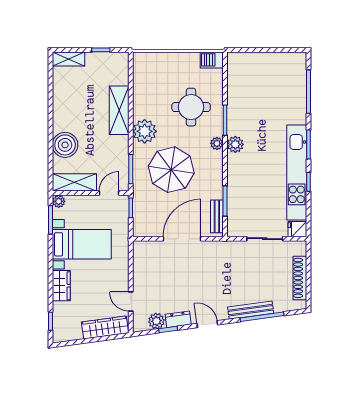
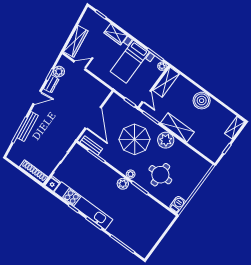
shelving: (119, 110) -> (177, 128), moved
boiler: (65, 145) -> (202, 101), moved
shoe rack: (300, 278) -> (34, 172), moved

